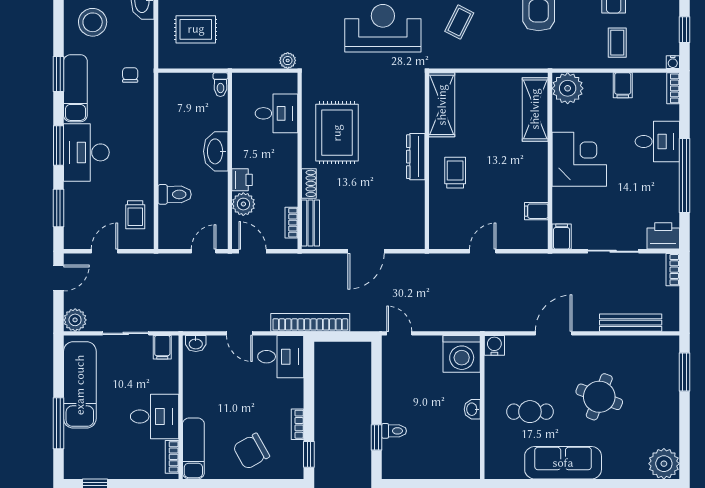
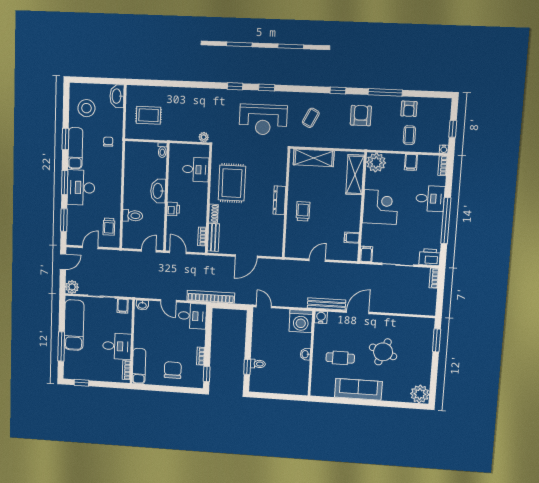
reception desk: (383, 28) -> (263, 120), turned 180
shelving: (442, 105) -> (314, 158), moved, turned 90
plant: (243, 204) -> (174, 224), removed
bench: (631, 323) -> (326, 304), moved
chair: (251, 451) -> (173, 370), turned 119

